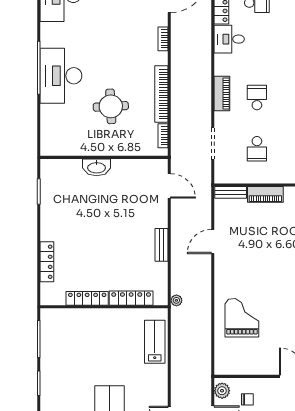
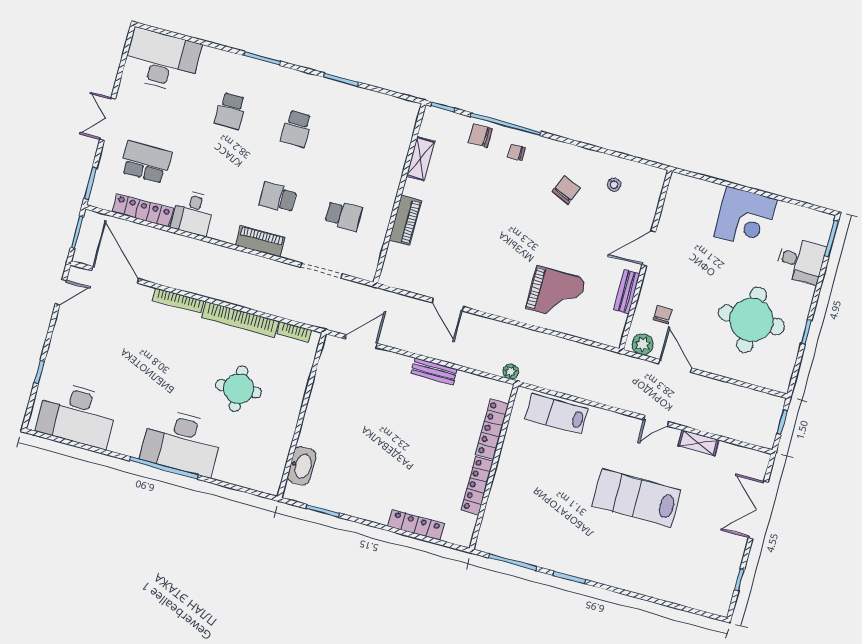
bookcase: (163, 39) -> (178, 301), width x1.56
washbasin: (97, 167) -> (302, 466), moved
bench: (231, 192) -> (627, 292), moved
grand piano: (242, 318) -> (556, 293), turned 180

